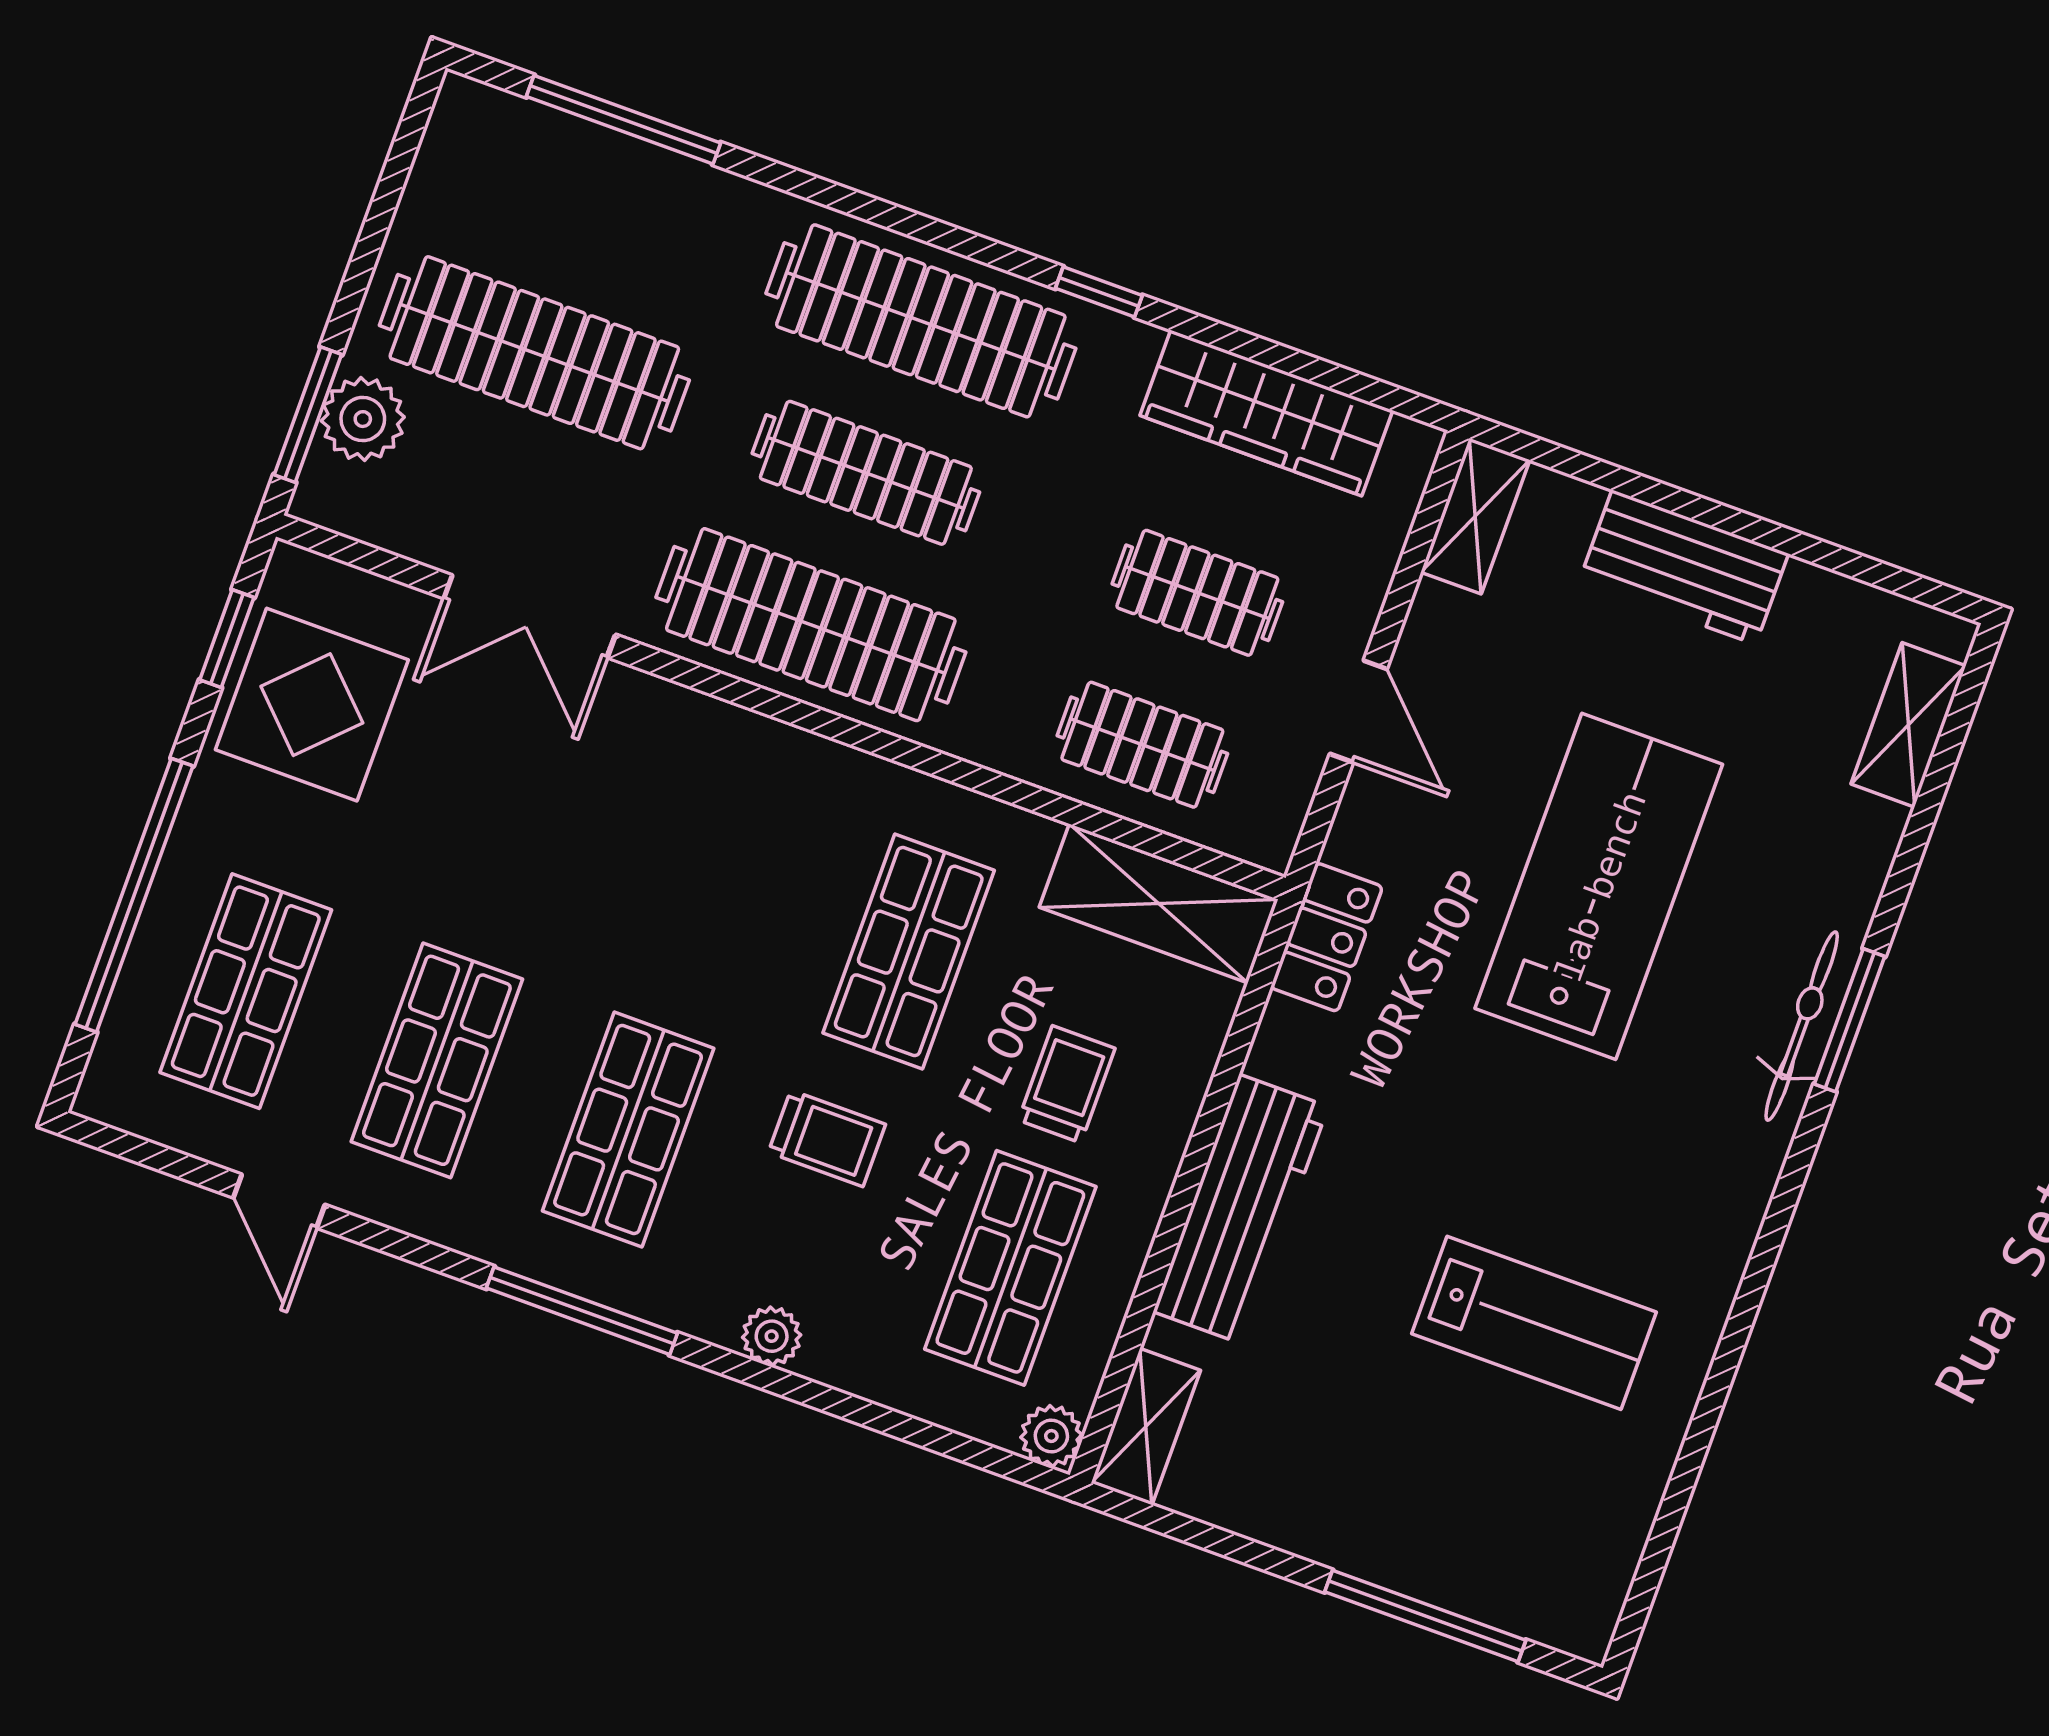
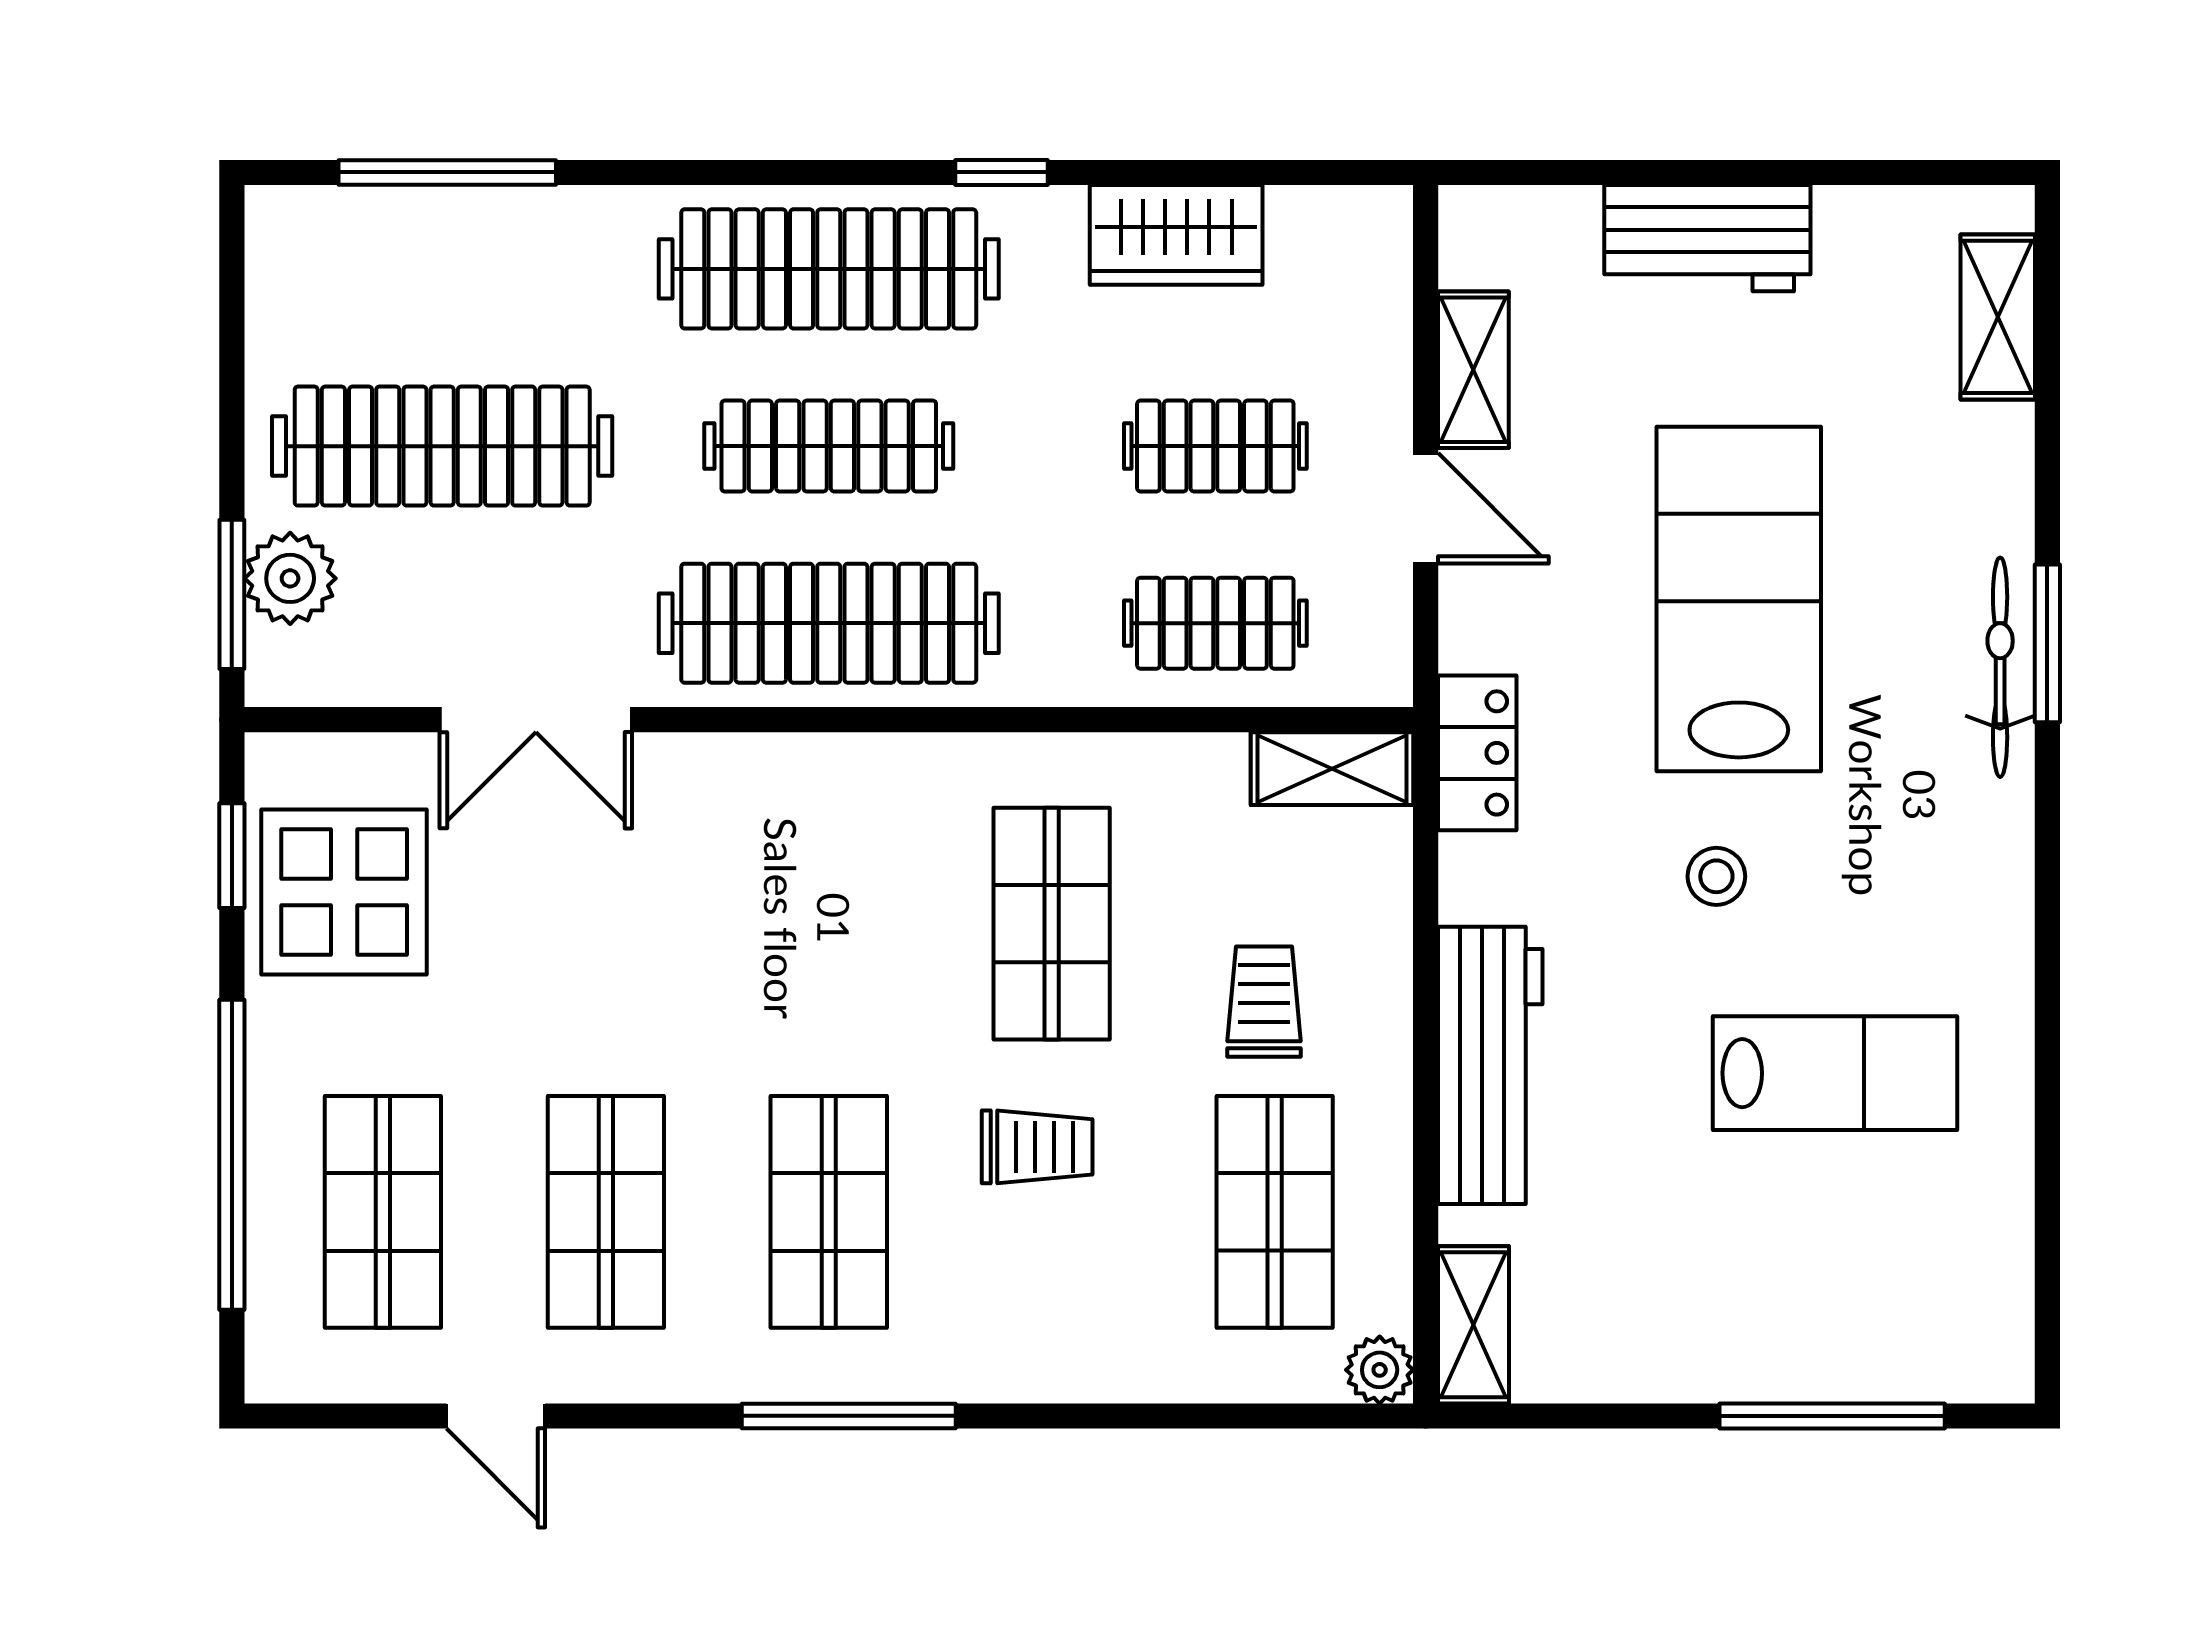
wardrobe: (1266, 413) -> (1176, 235), width x0.67
shelving: (1475, 516) -> (1473, 370), moved
shelving: (1159, 903) -> (1332, 769), width x0.67, depth x0.75
stool: (1493, 1117) -> (1716, 876), added
plant: (772, 1336) -> (1054, 1371), removed

